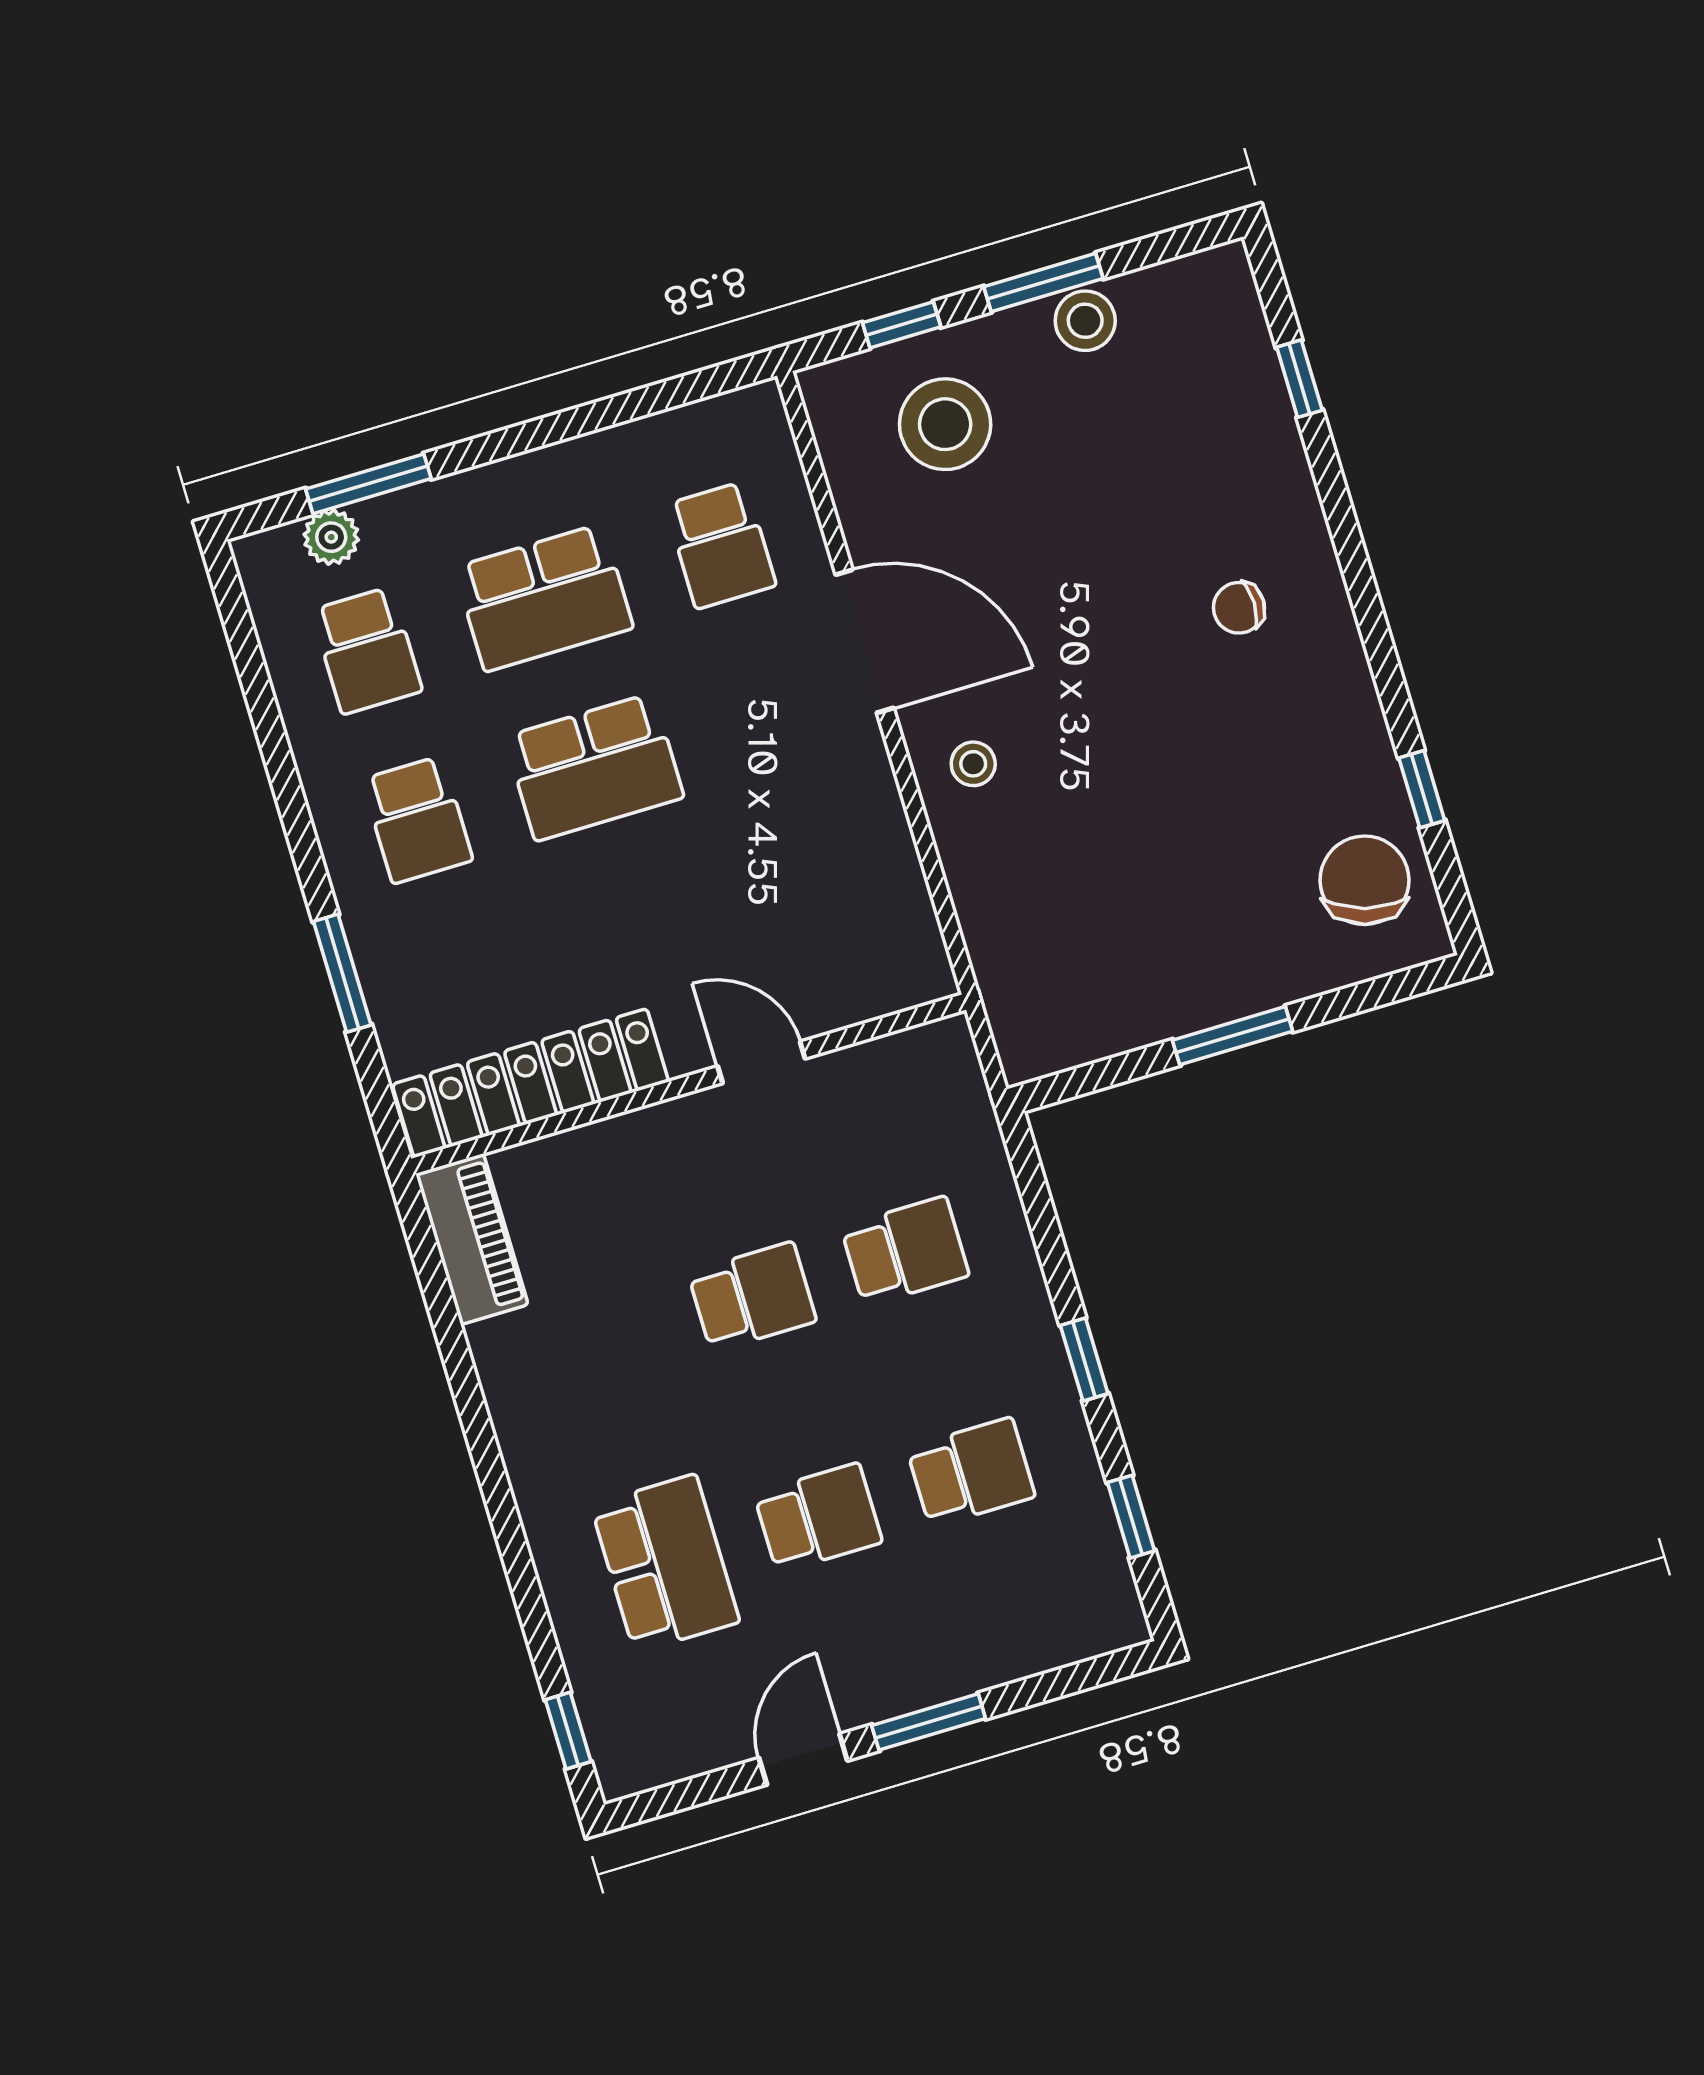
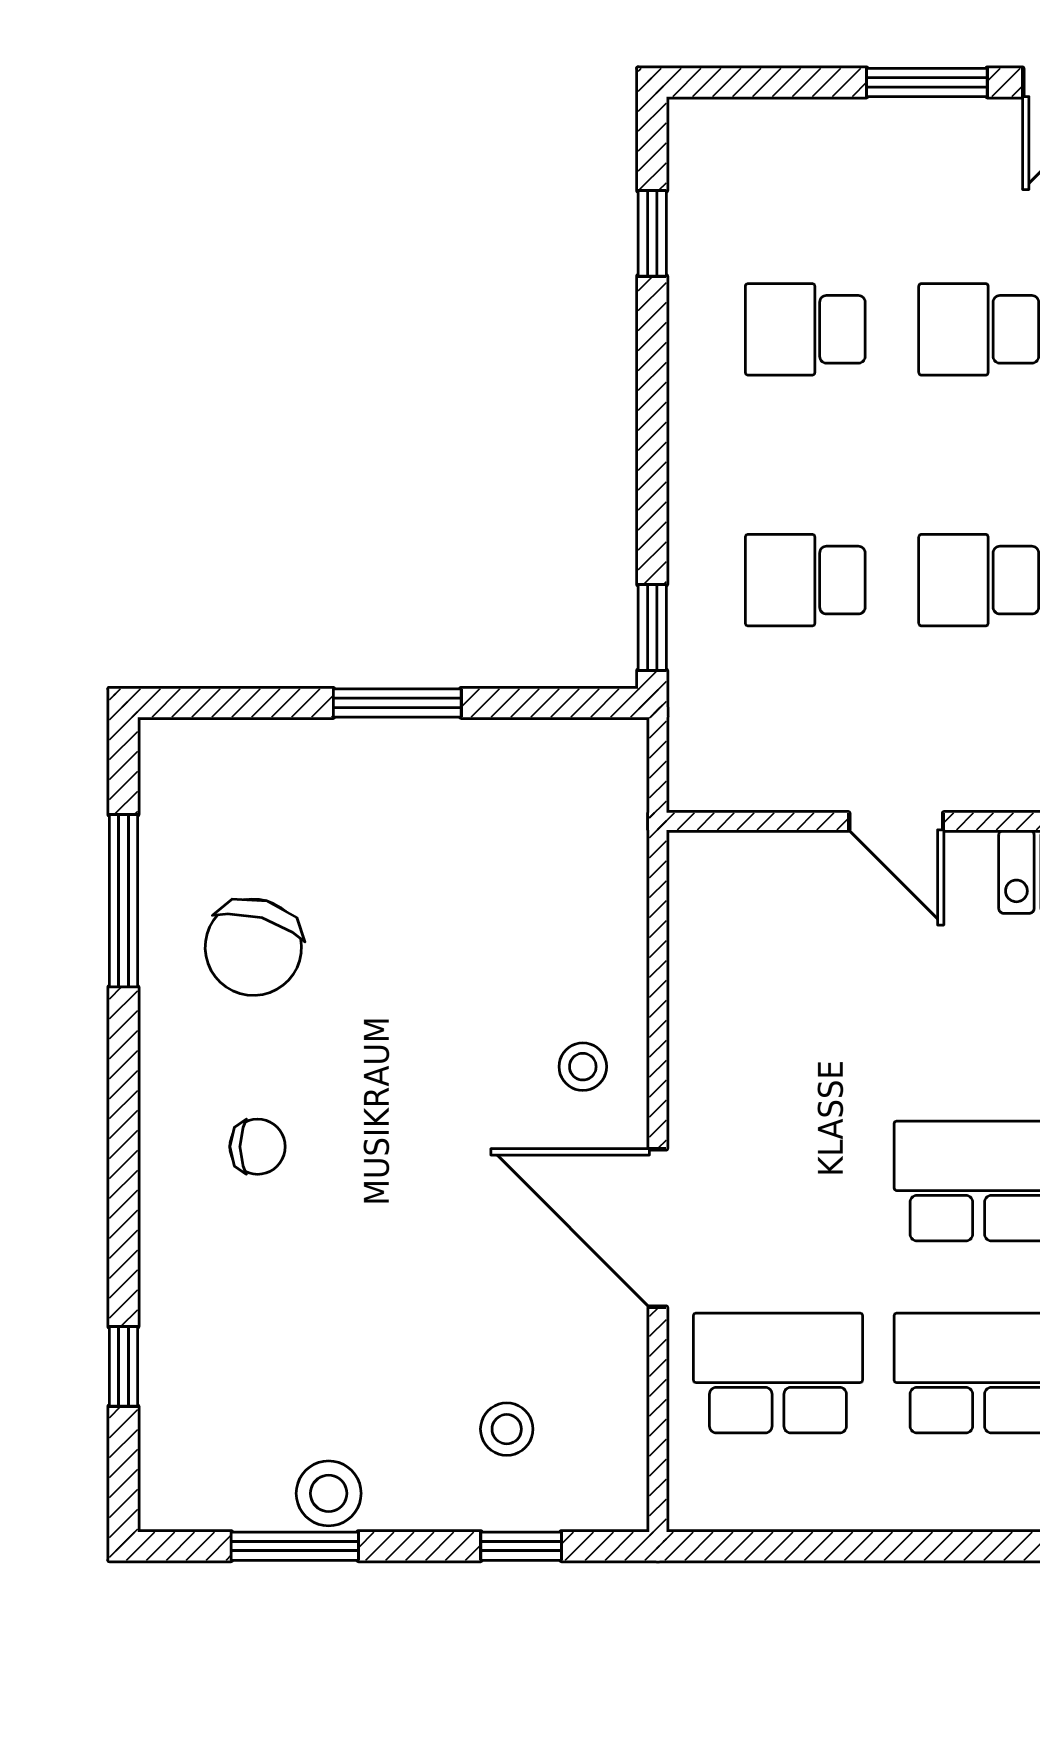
window: (1043, 283) -> (295, 1546), moved
stool: (945, 424) -> (507, 1429), width x0.53, depth x0.53
school desk: (721, 545) -> (778, 1373), width x1.85
window: (1422, 789) -> (123, 901), width x2.17
chair: (1365, 880) -> (253, 947), moved
window: (1084, 1359) -> (652, 627), moved

